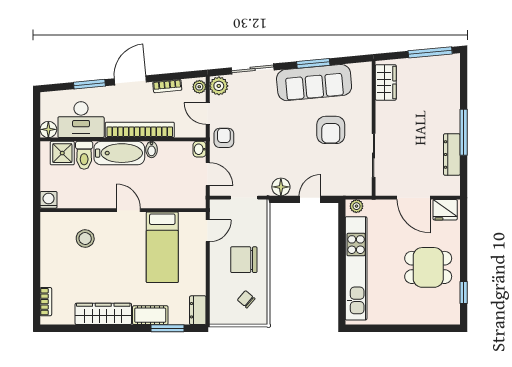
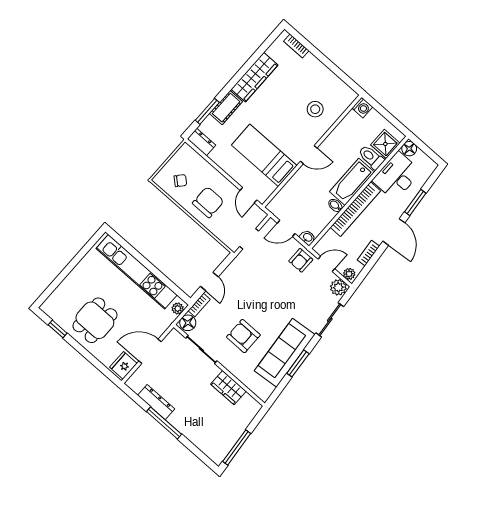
wardrobe: (386, 82) -> (228, 388), moved
armchair: (224, 138) -> (301, 260), turned 90
floor lamp: (281, 187) -> (188, 323), moved
bookcase: (338, 191) -> (199, 305), added

